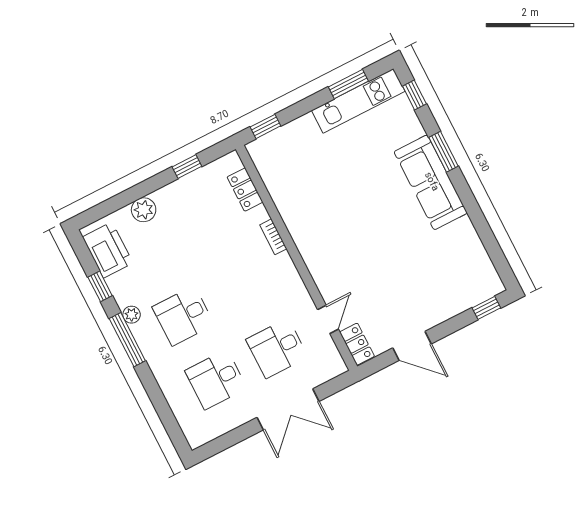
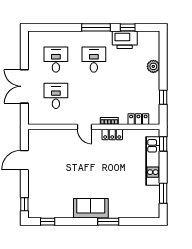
window: (414, 95) -> (48, 222), moved
kitchen unit: (358, 101) -> (153, 161), moved
sofa: (431, 182) -> (91, 208), width x0.73
printer: (108, 250) -> (125, 40), moved
plant: (132, 315) -> (107, 35), removed
door: (328, 319) -> (85, 127), moved
locker: (357, 344) -> (112, 135), moved

